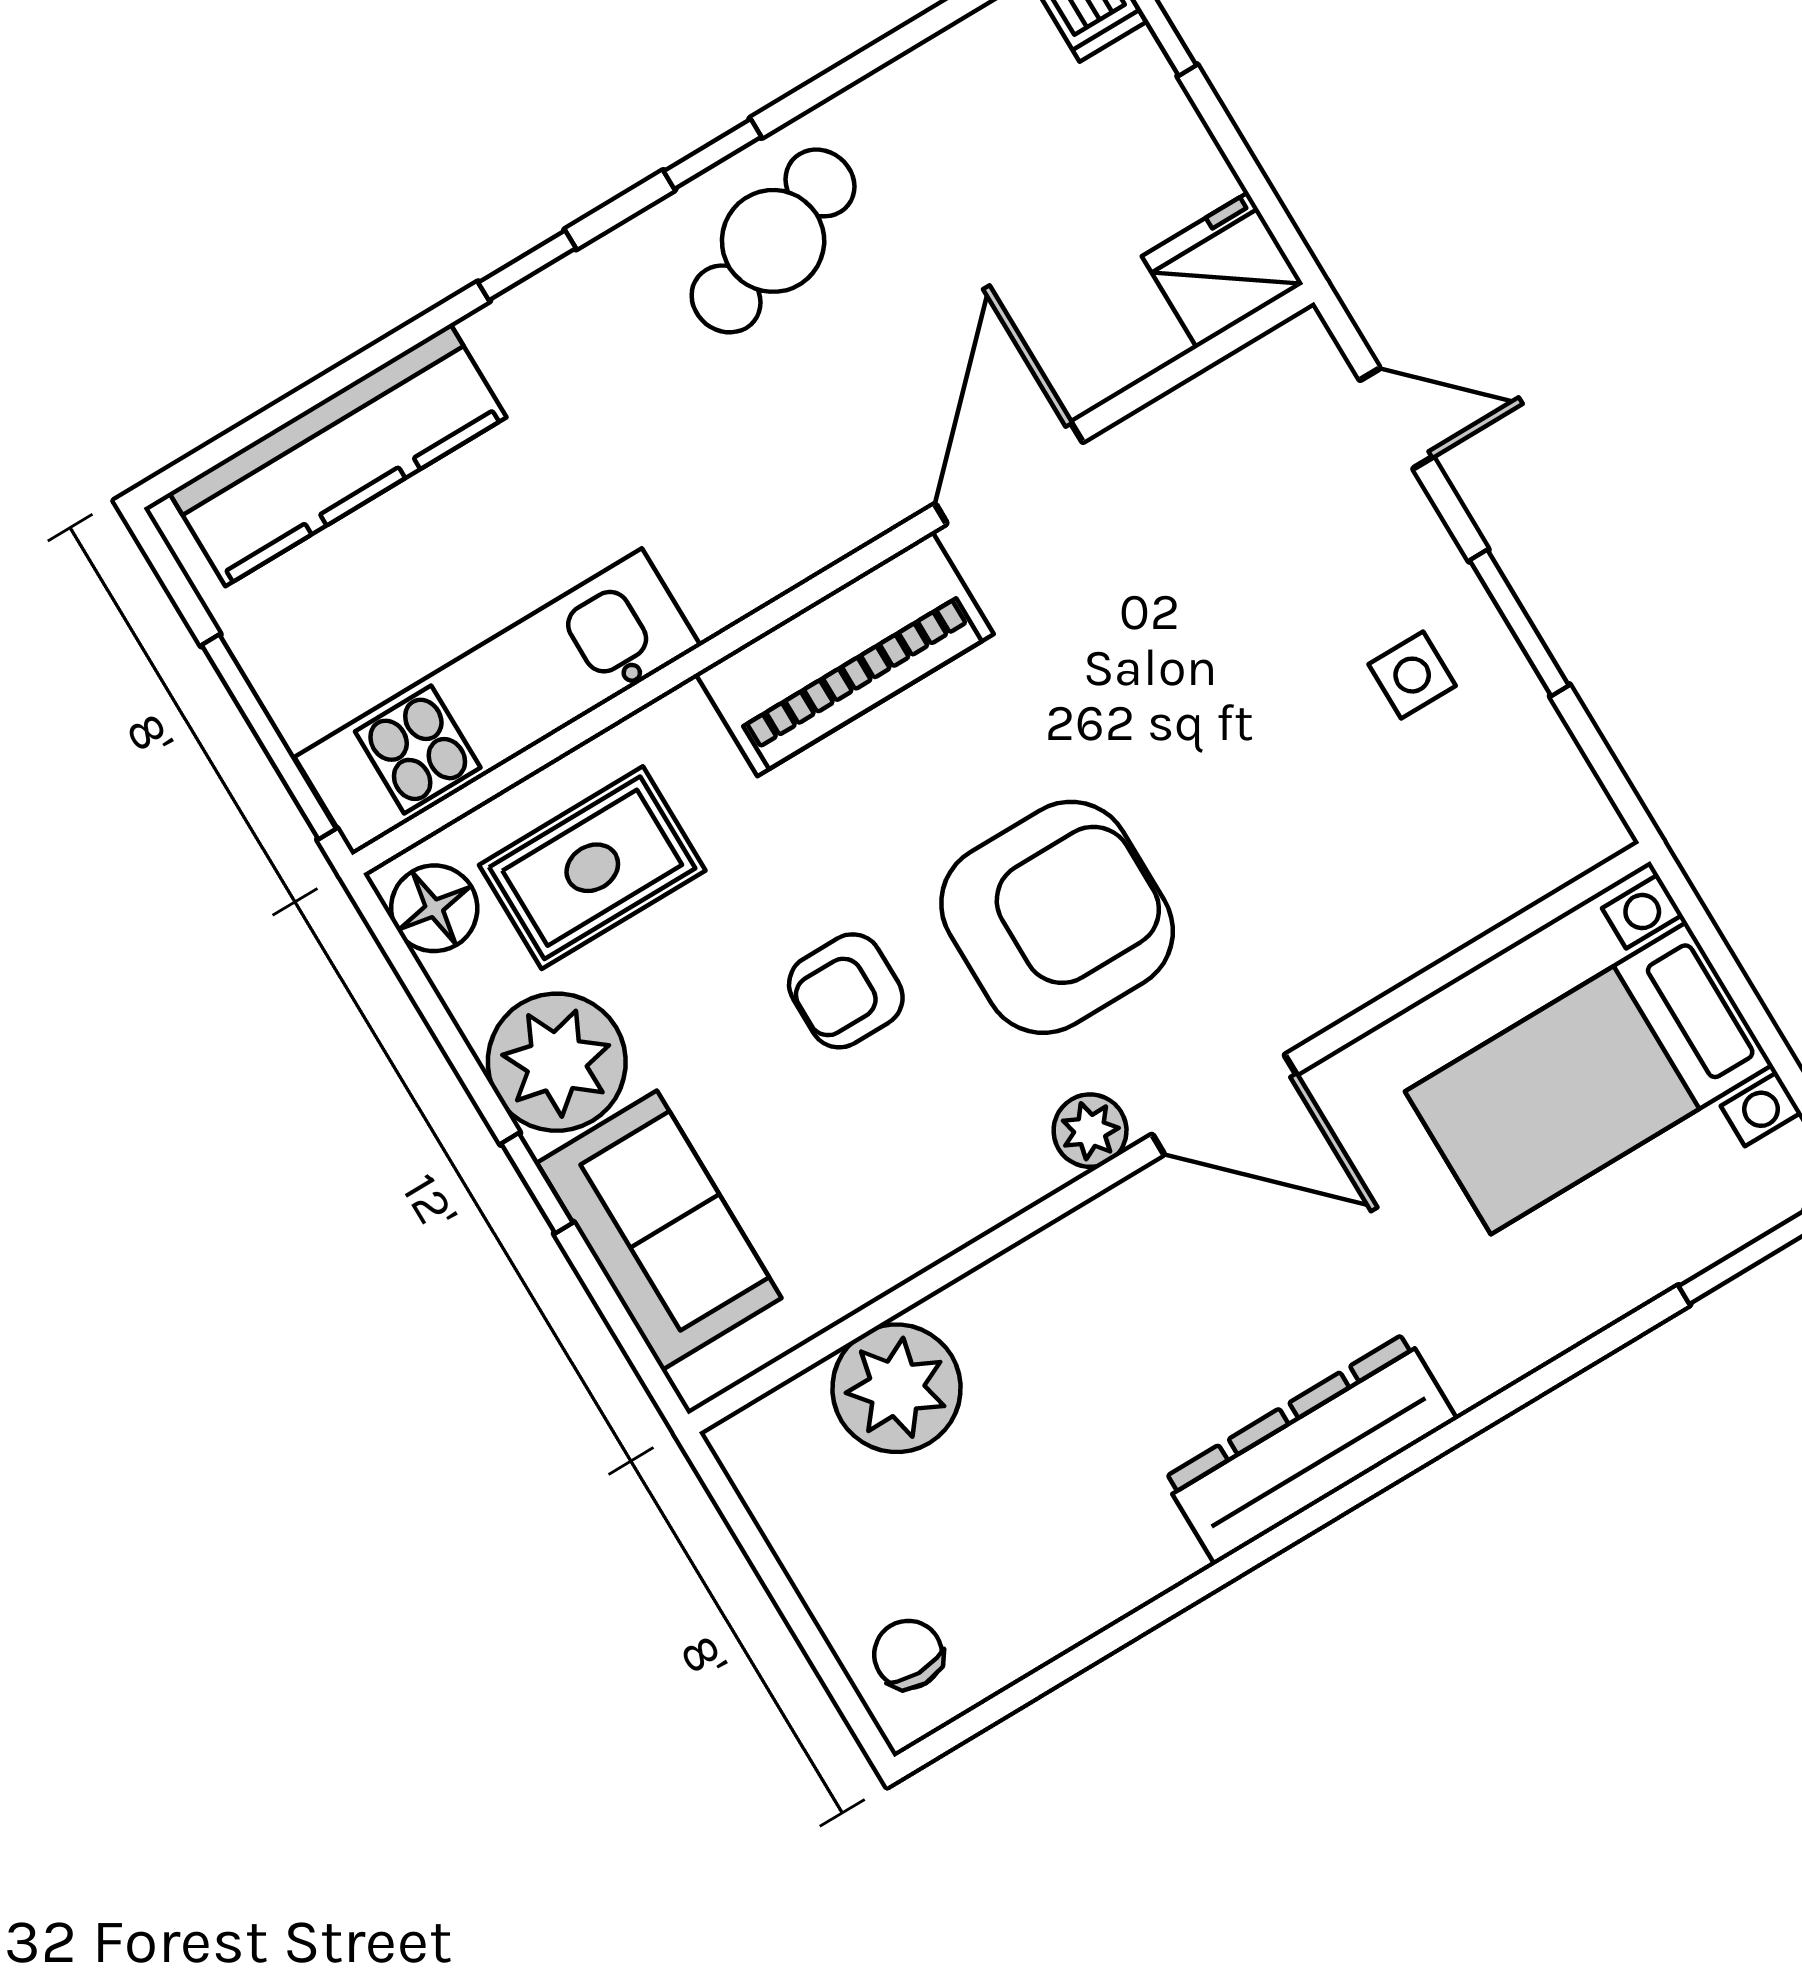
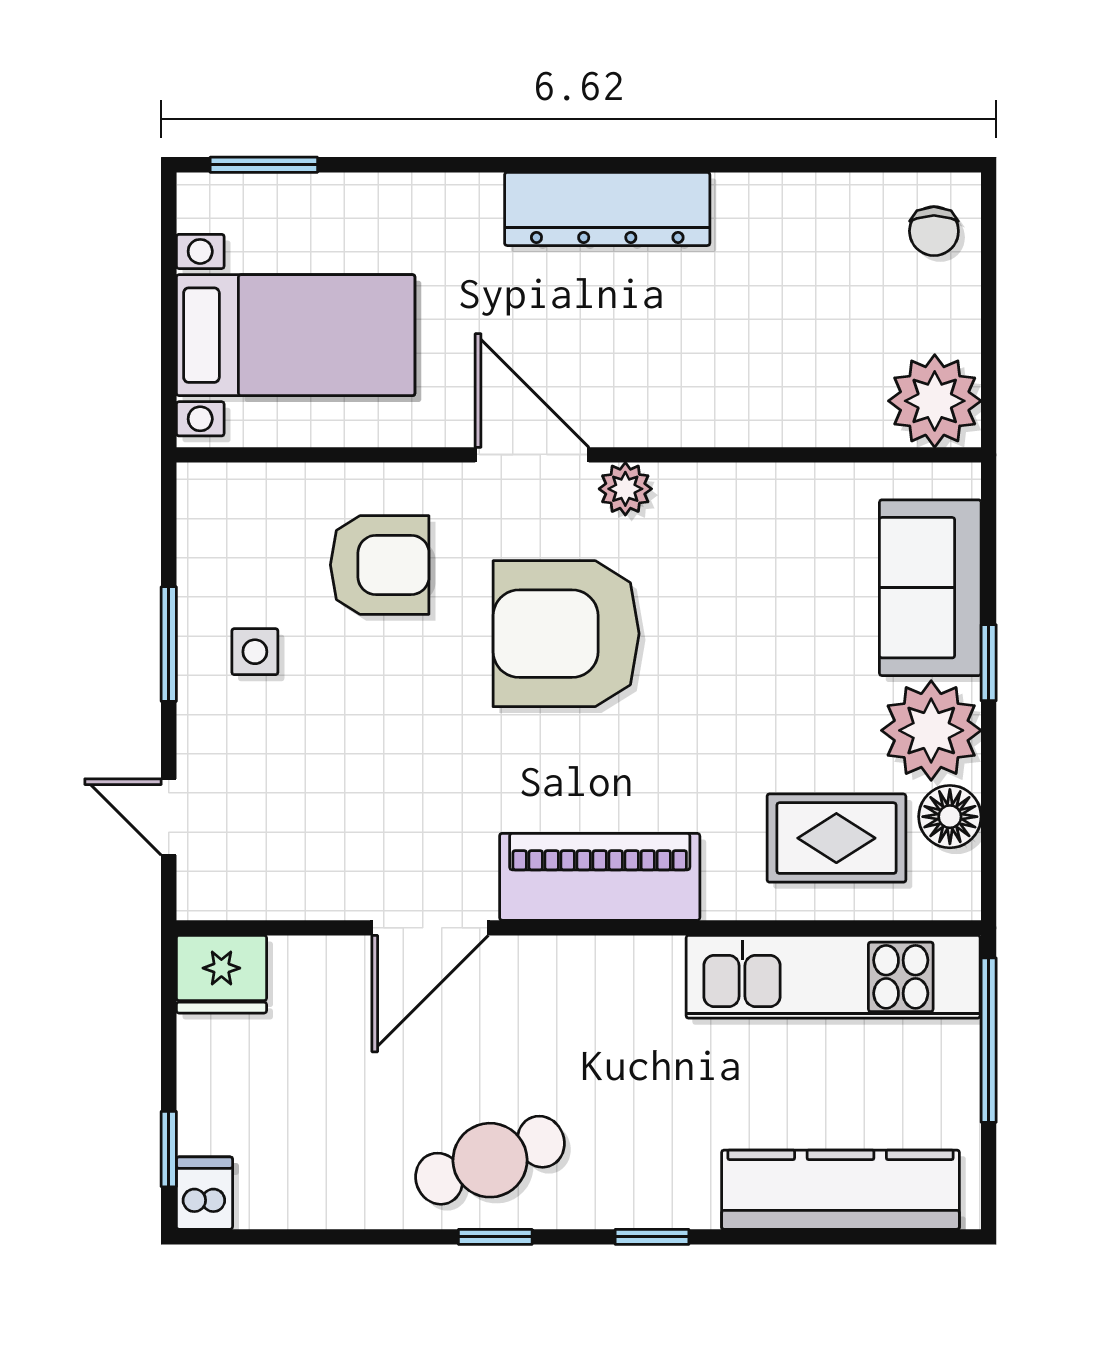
floor lamp: (434, 908) -> (950, 817), moved
armchair: (846, 991) -> (380, 565), moved, width x1.38, depth x1.38
plant: (896, 1388) -> (935, 401), moved

